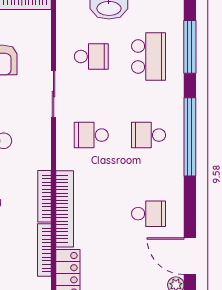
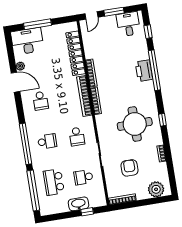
window: (190, 47) -> (33, 191), width x1.46
school desk: (91, 135) -> (77, 137), turned 90
school desk: (149, 214) -> (40, 101), turned -90

